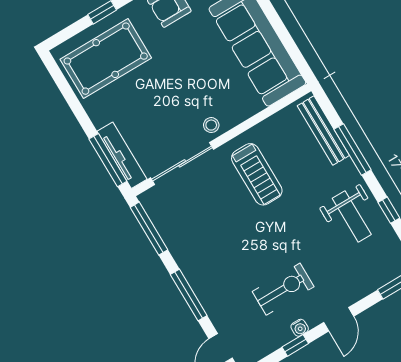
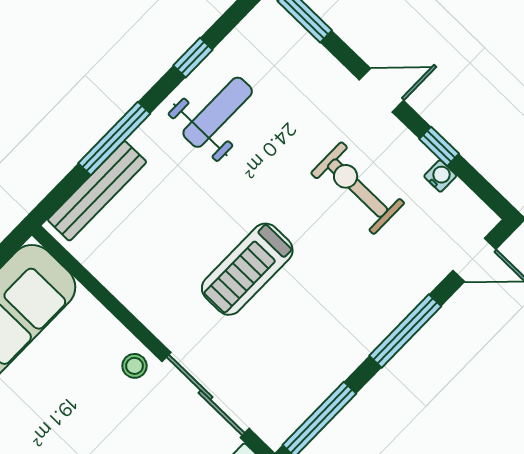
treadmill: (257, 174) -> (247, 269), moved, turned 180
water cooler: (300, 328) -> (440, 176), moved

